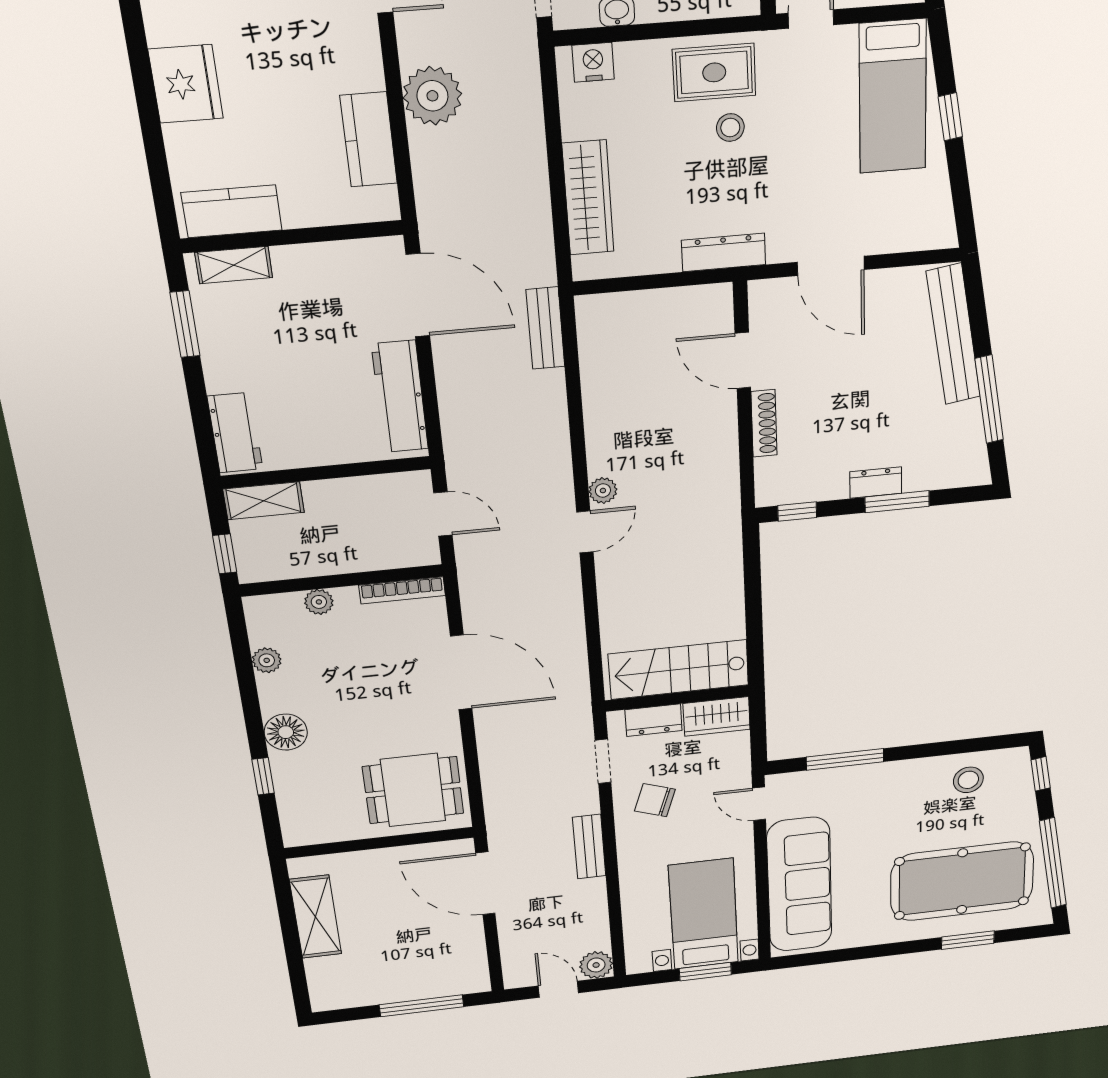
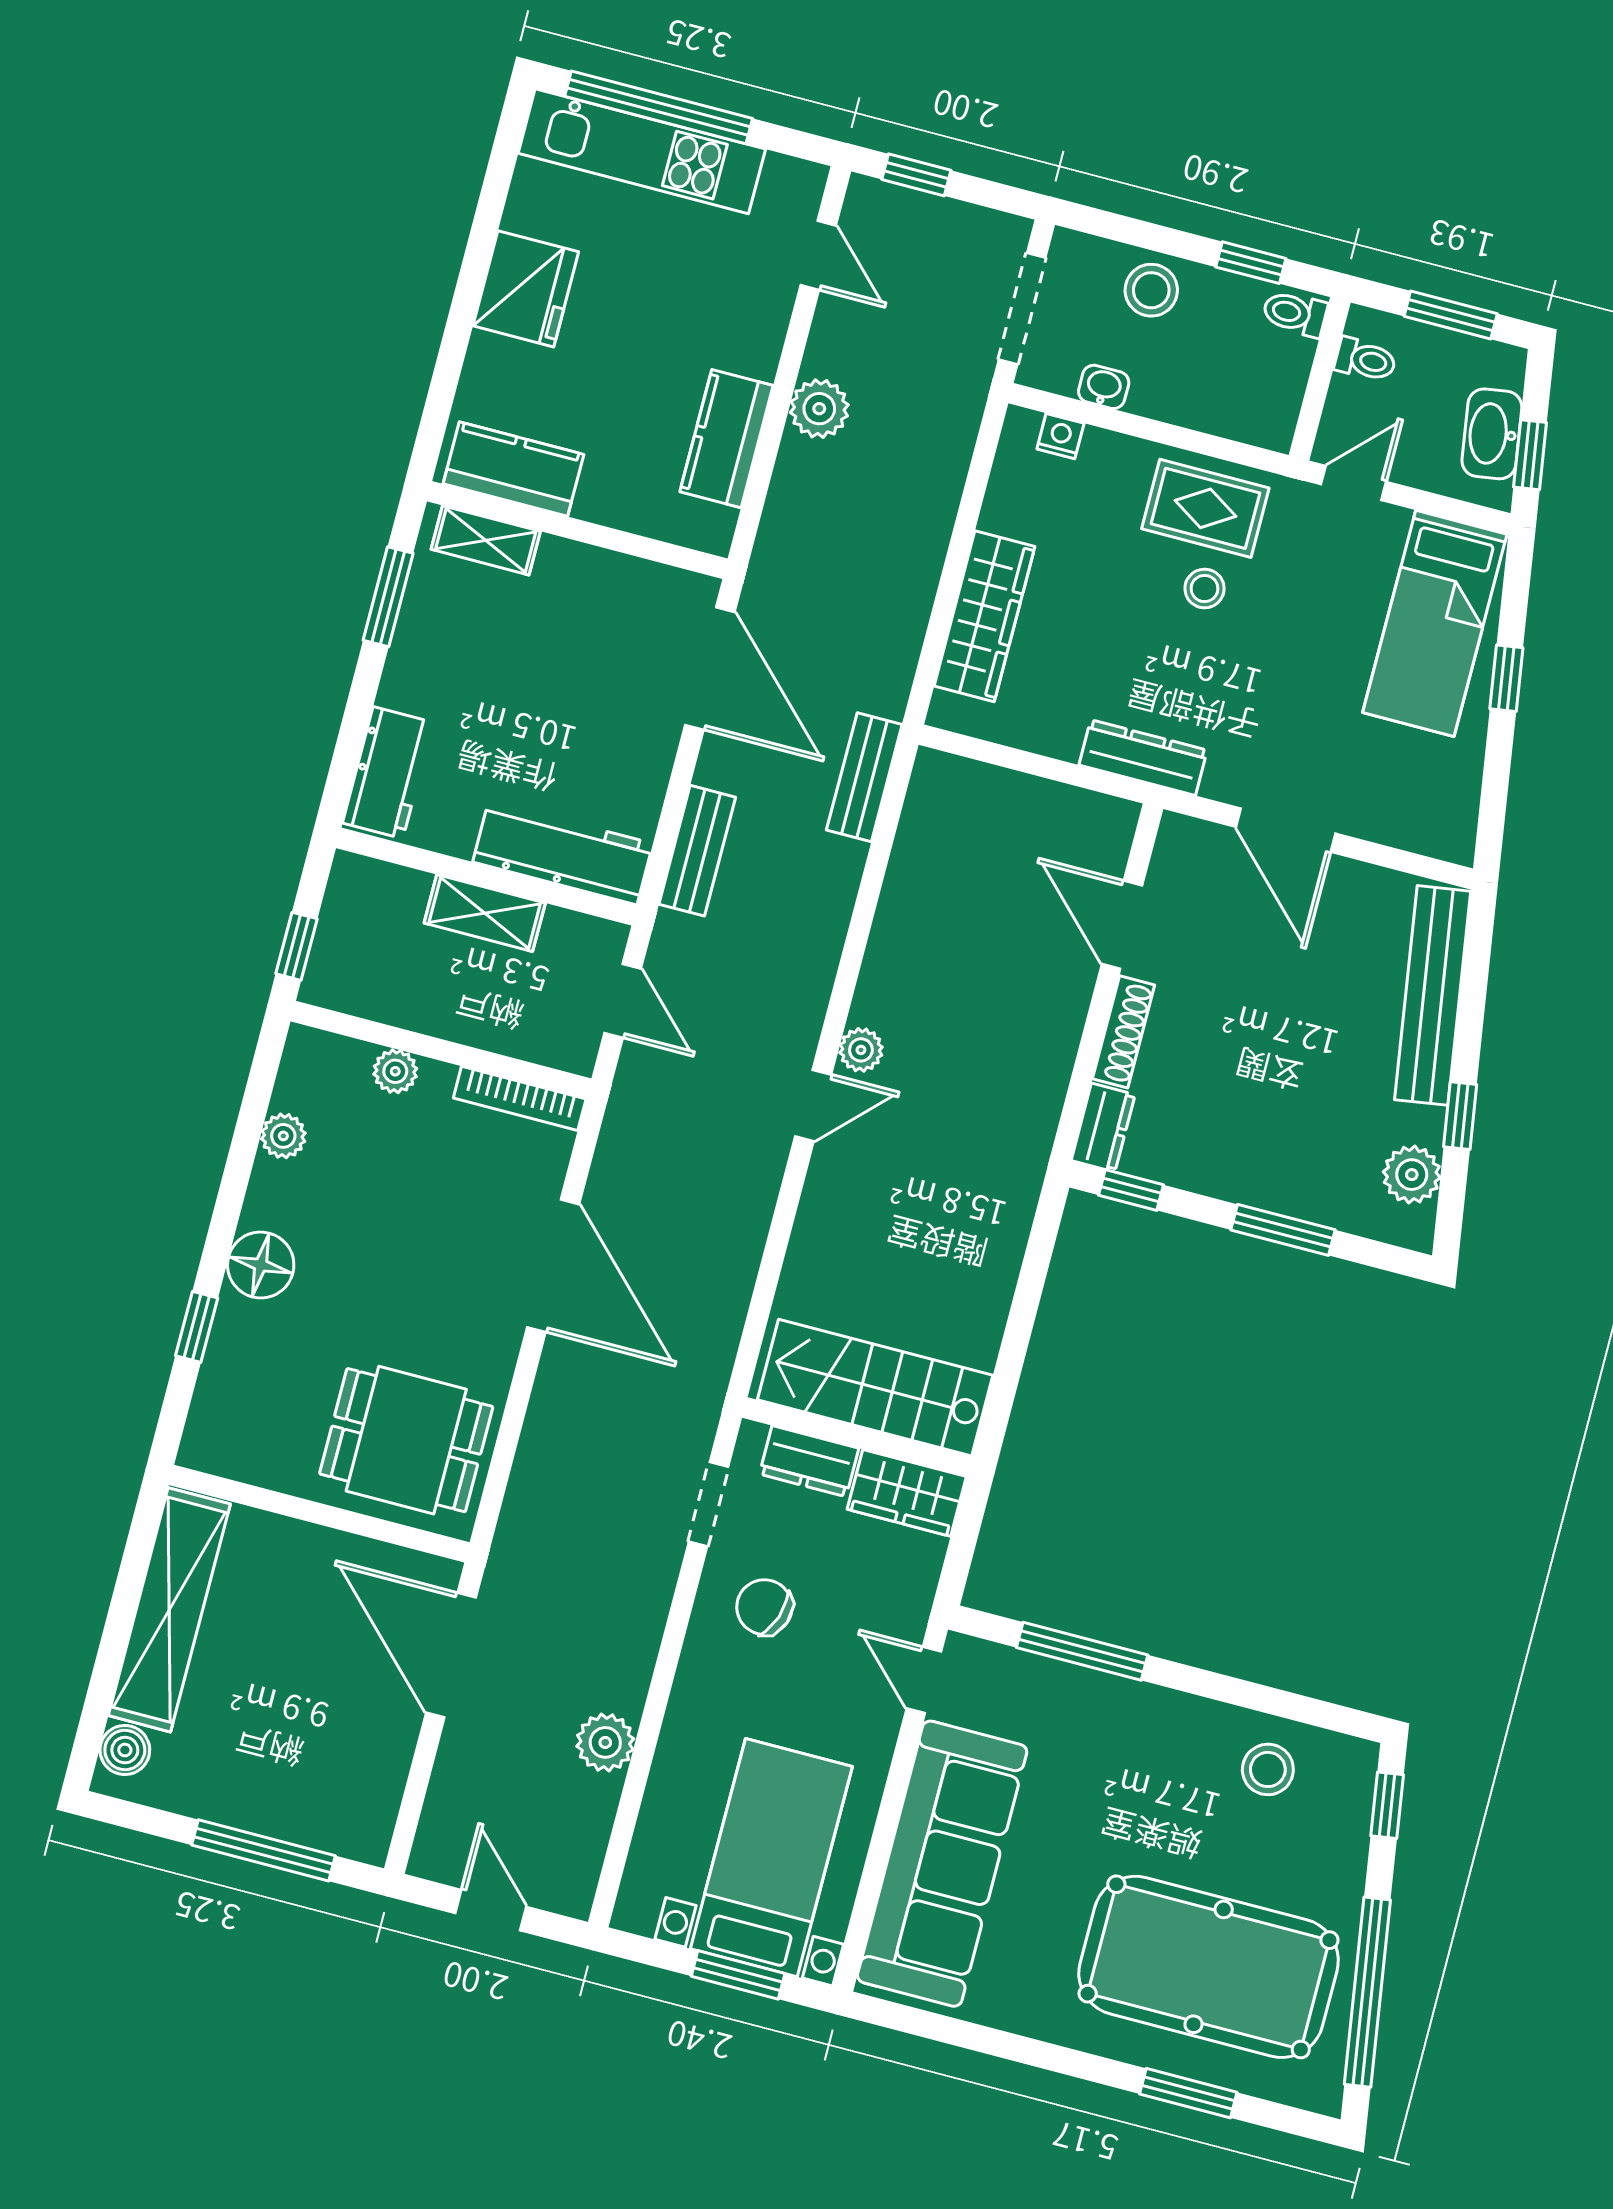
nightstand: (593, 62) -> (1060, 436), width x0.72, depth x0.74
plant: (432, 96) -> (819, 409), width x0.73, depth x0.73
workbench: (400, 397) -> (563, 853), moved, turned 90
window: (989, 399) -> (1460, 1116), width x0.46
plant: (968, 443) -> (1412, 1175), added
dresser: (876, 483) -> (1103, 1128), moved, turned 90
shelving: (264, 501) -> (485, 913), moved
bench: (589, 847) -> (697, 851), moved
shelving: (316, 917) -> (169, 1610), width x1.47
plant: (596, 965) -> (605, 1742), moved
boiler: (323, 988) -> (125, 1750), added

